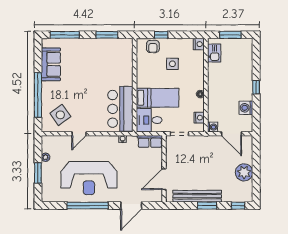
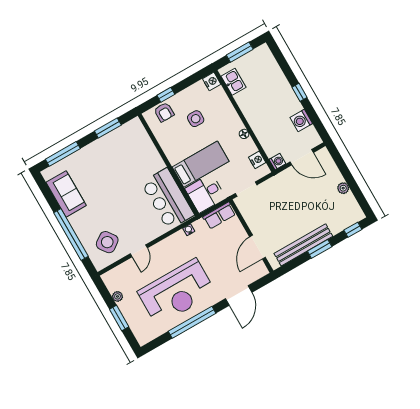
plant: (244, 172) -> (343, 188), width x0.53, depth x0.53

